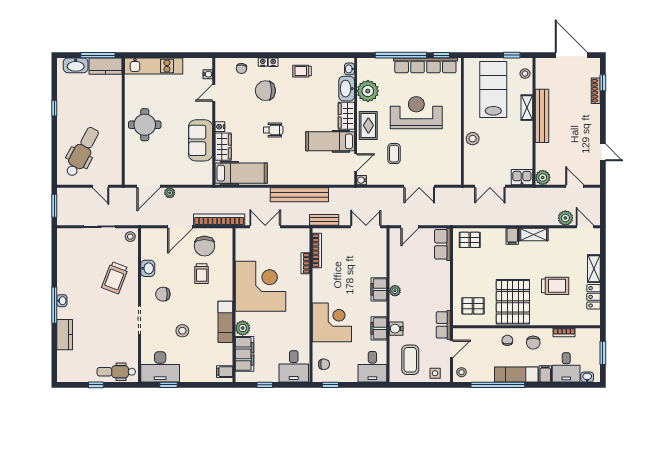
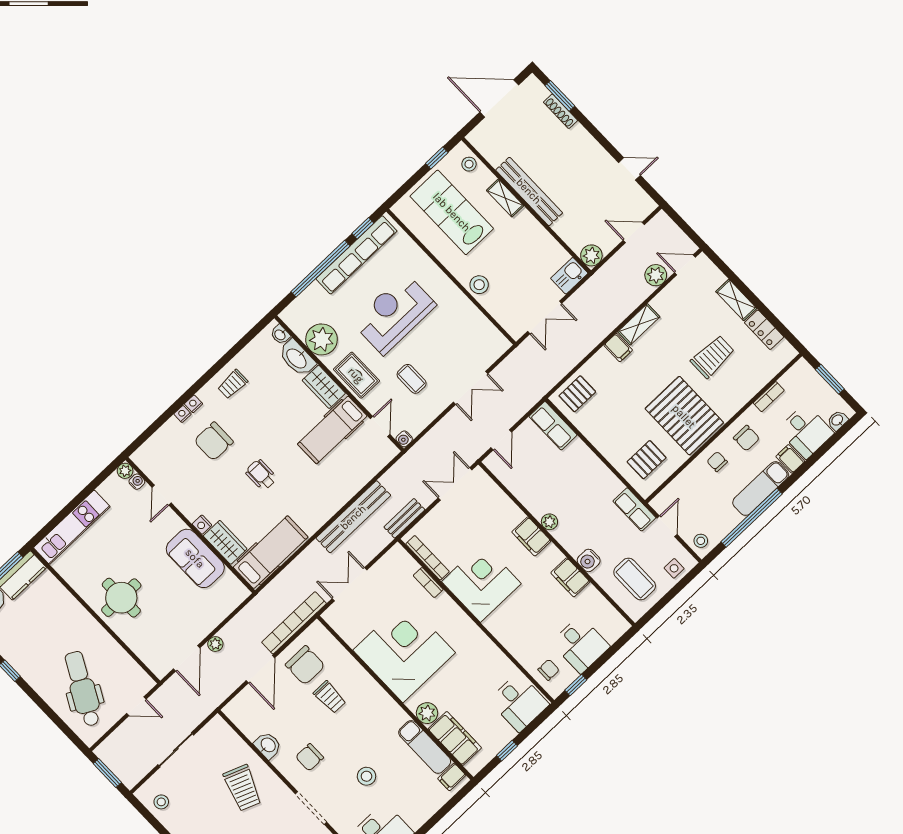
plant: (207, 63) -> (125, 471), added
chair: (242, 68) -> (167, 442), removed
window: (603, 83) -> (560, 96), width x1.50
wheelchair: (273, 130) -> (261, 475), turned -90
stool: (130, 237) -> (161, 802), moved
exam couch: (225, 322) -> (425, 747), moved
corner desk: (332, 322) -> (481, 583), moved
desk: (372, 367) -> (580, 645), moved

